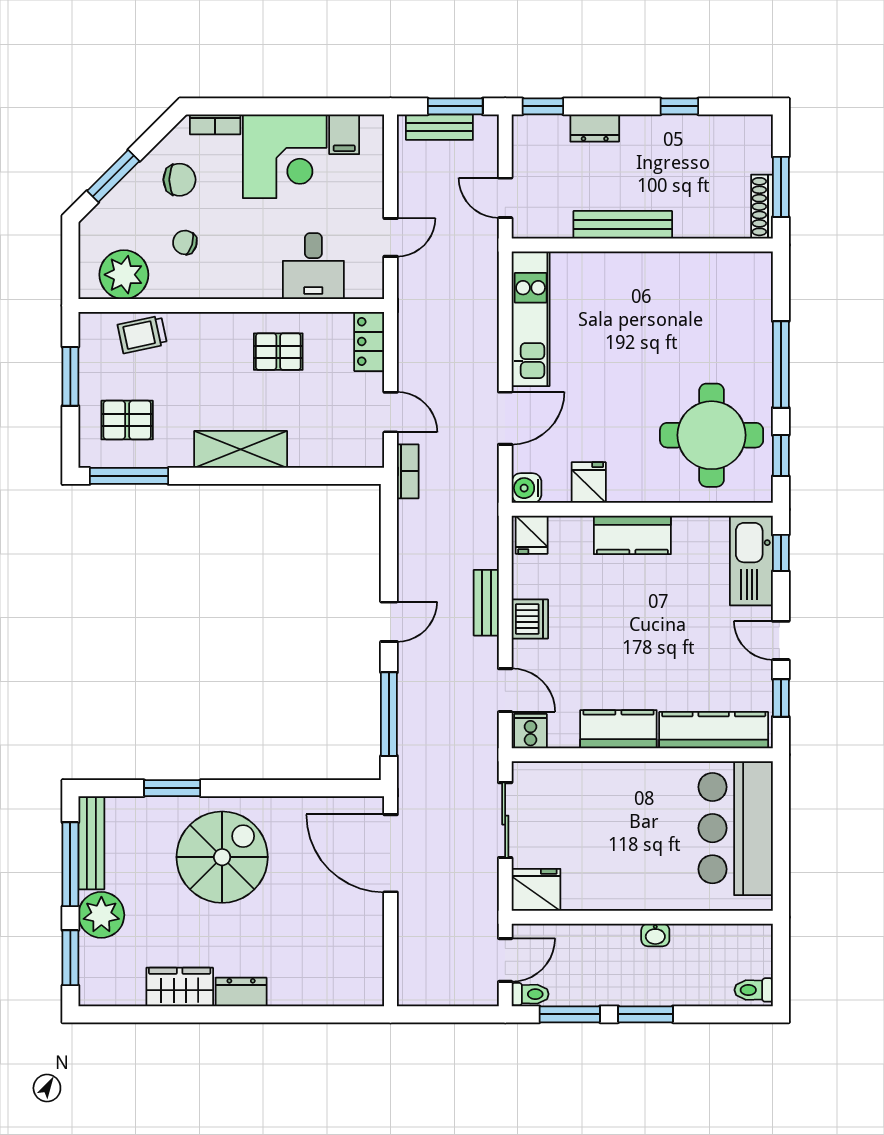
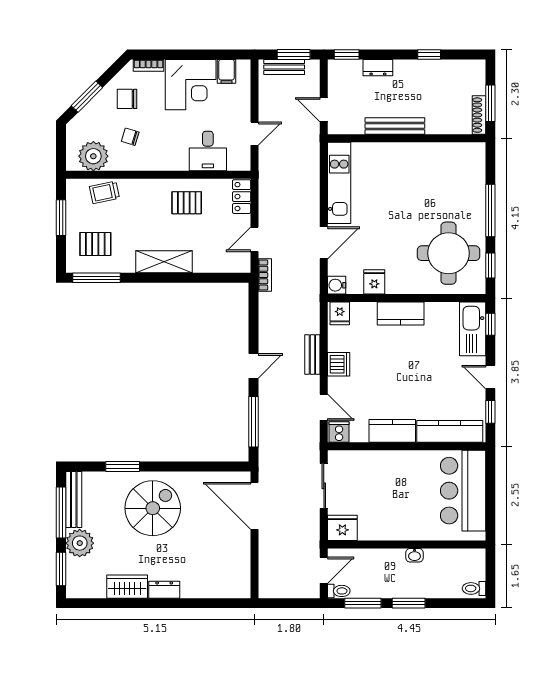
chair: (179, 180) -> (127, 99), turned 180
door: (391, 412) -> (255, 239), swing flipped

